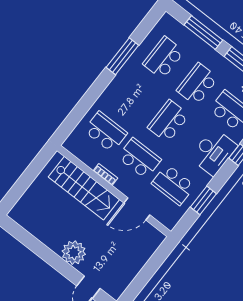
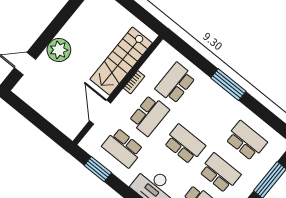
window: (122, 56) -> (228, 85), moved
school desk: (106, 132) -> (175, 83), turned 180
school desk: (173, 185) -> (123, 148), turned -90
window: (203, 200) -> (98, 169), moved

